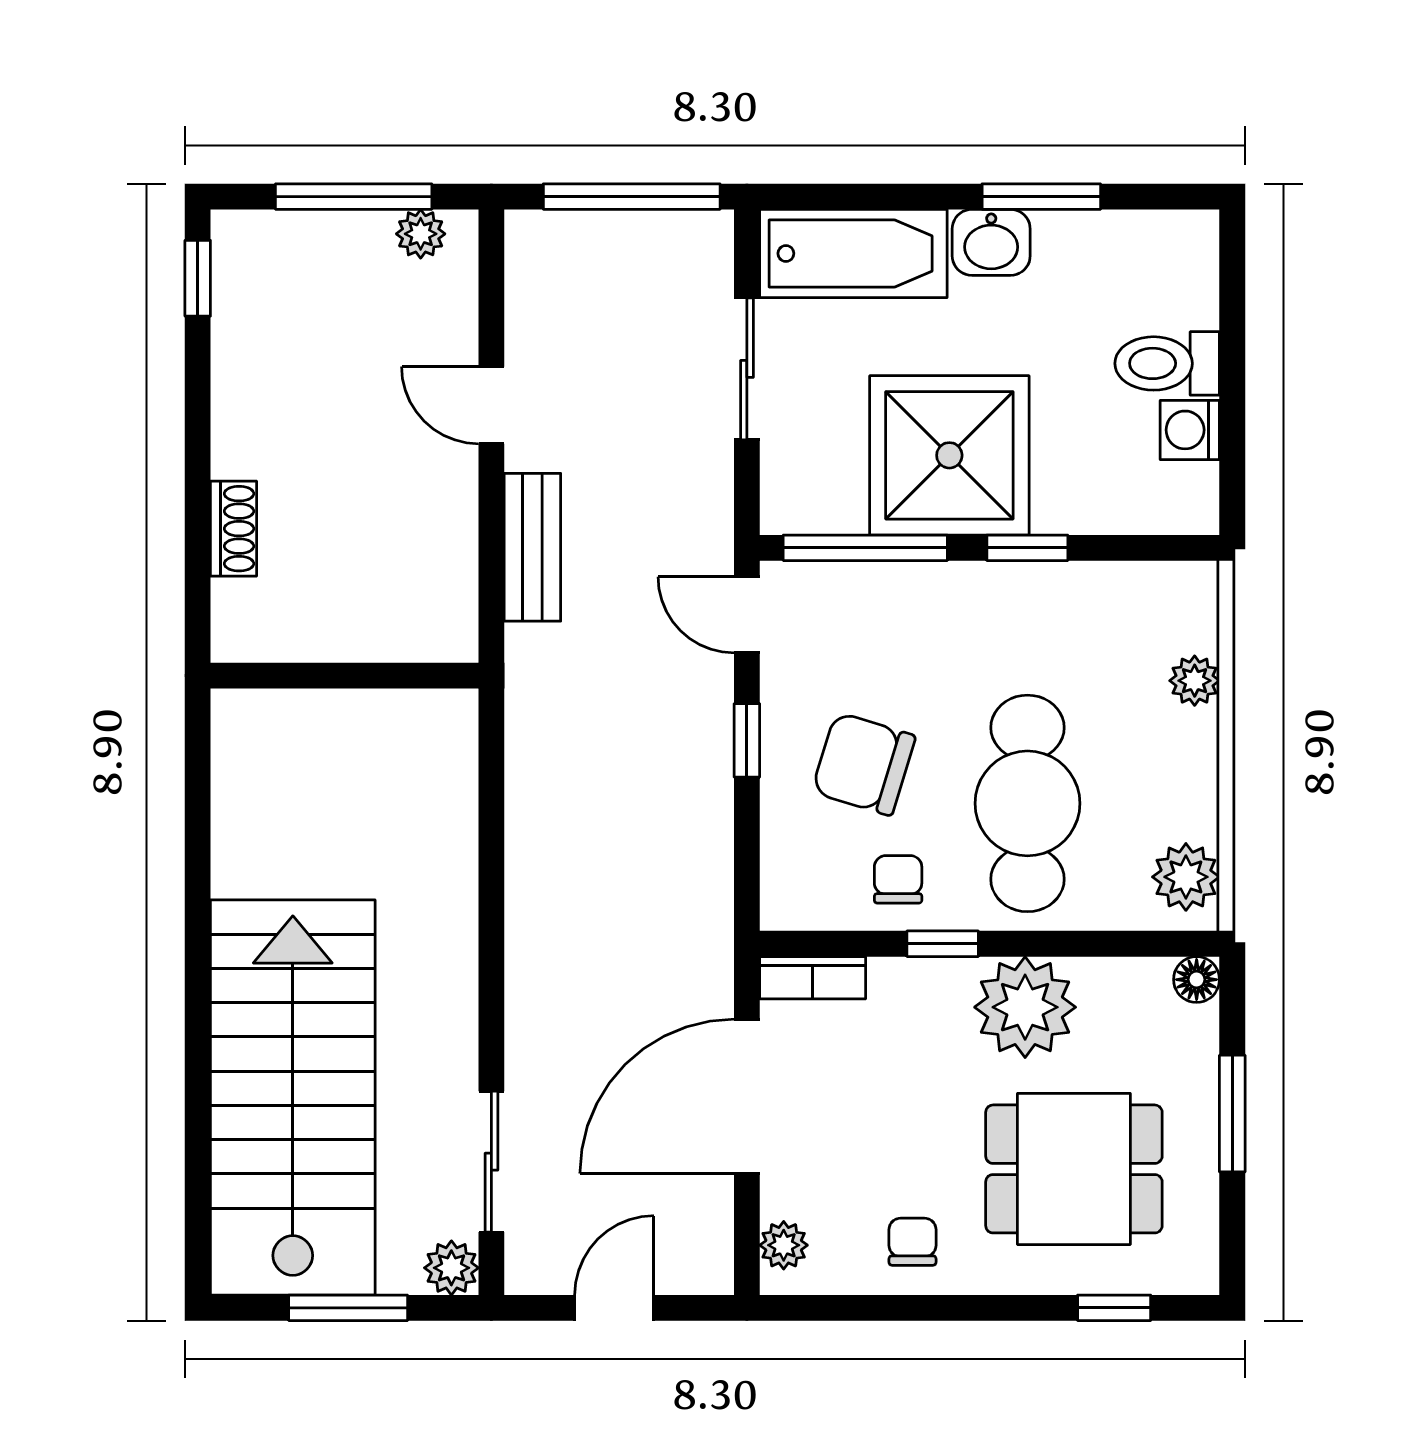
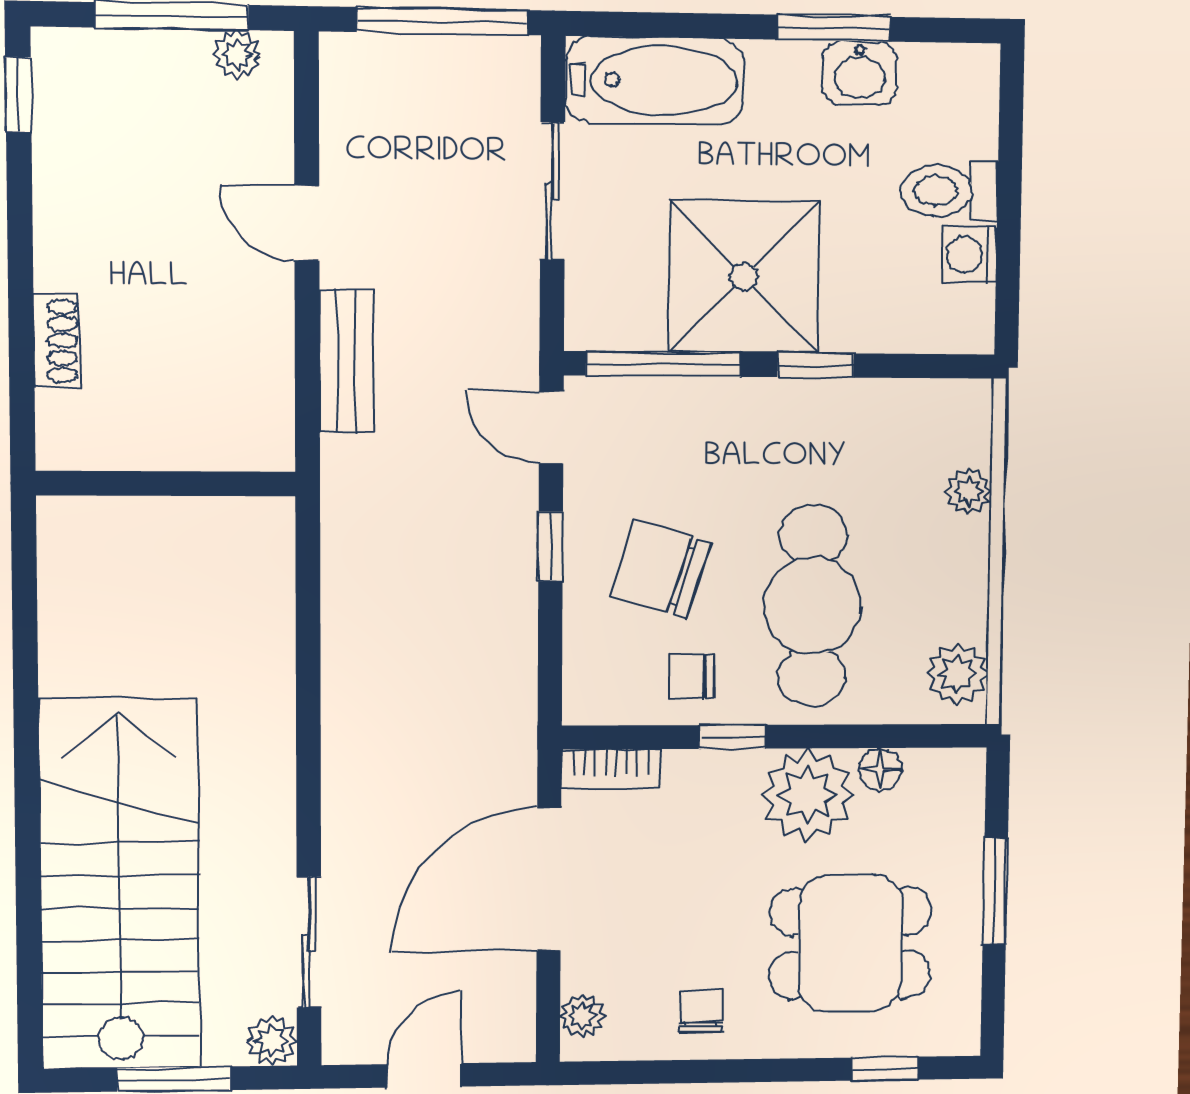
washbasin: (991, 242) -> (860, 73), moved
chair: (898, 879) -> (691, 677), turned -90
floor lamp: (1197, 980) -> (880, 769), moved

